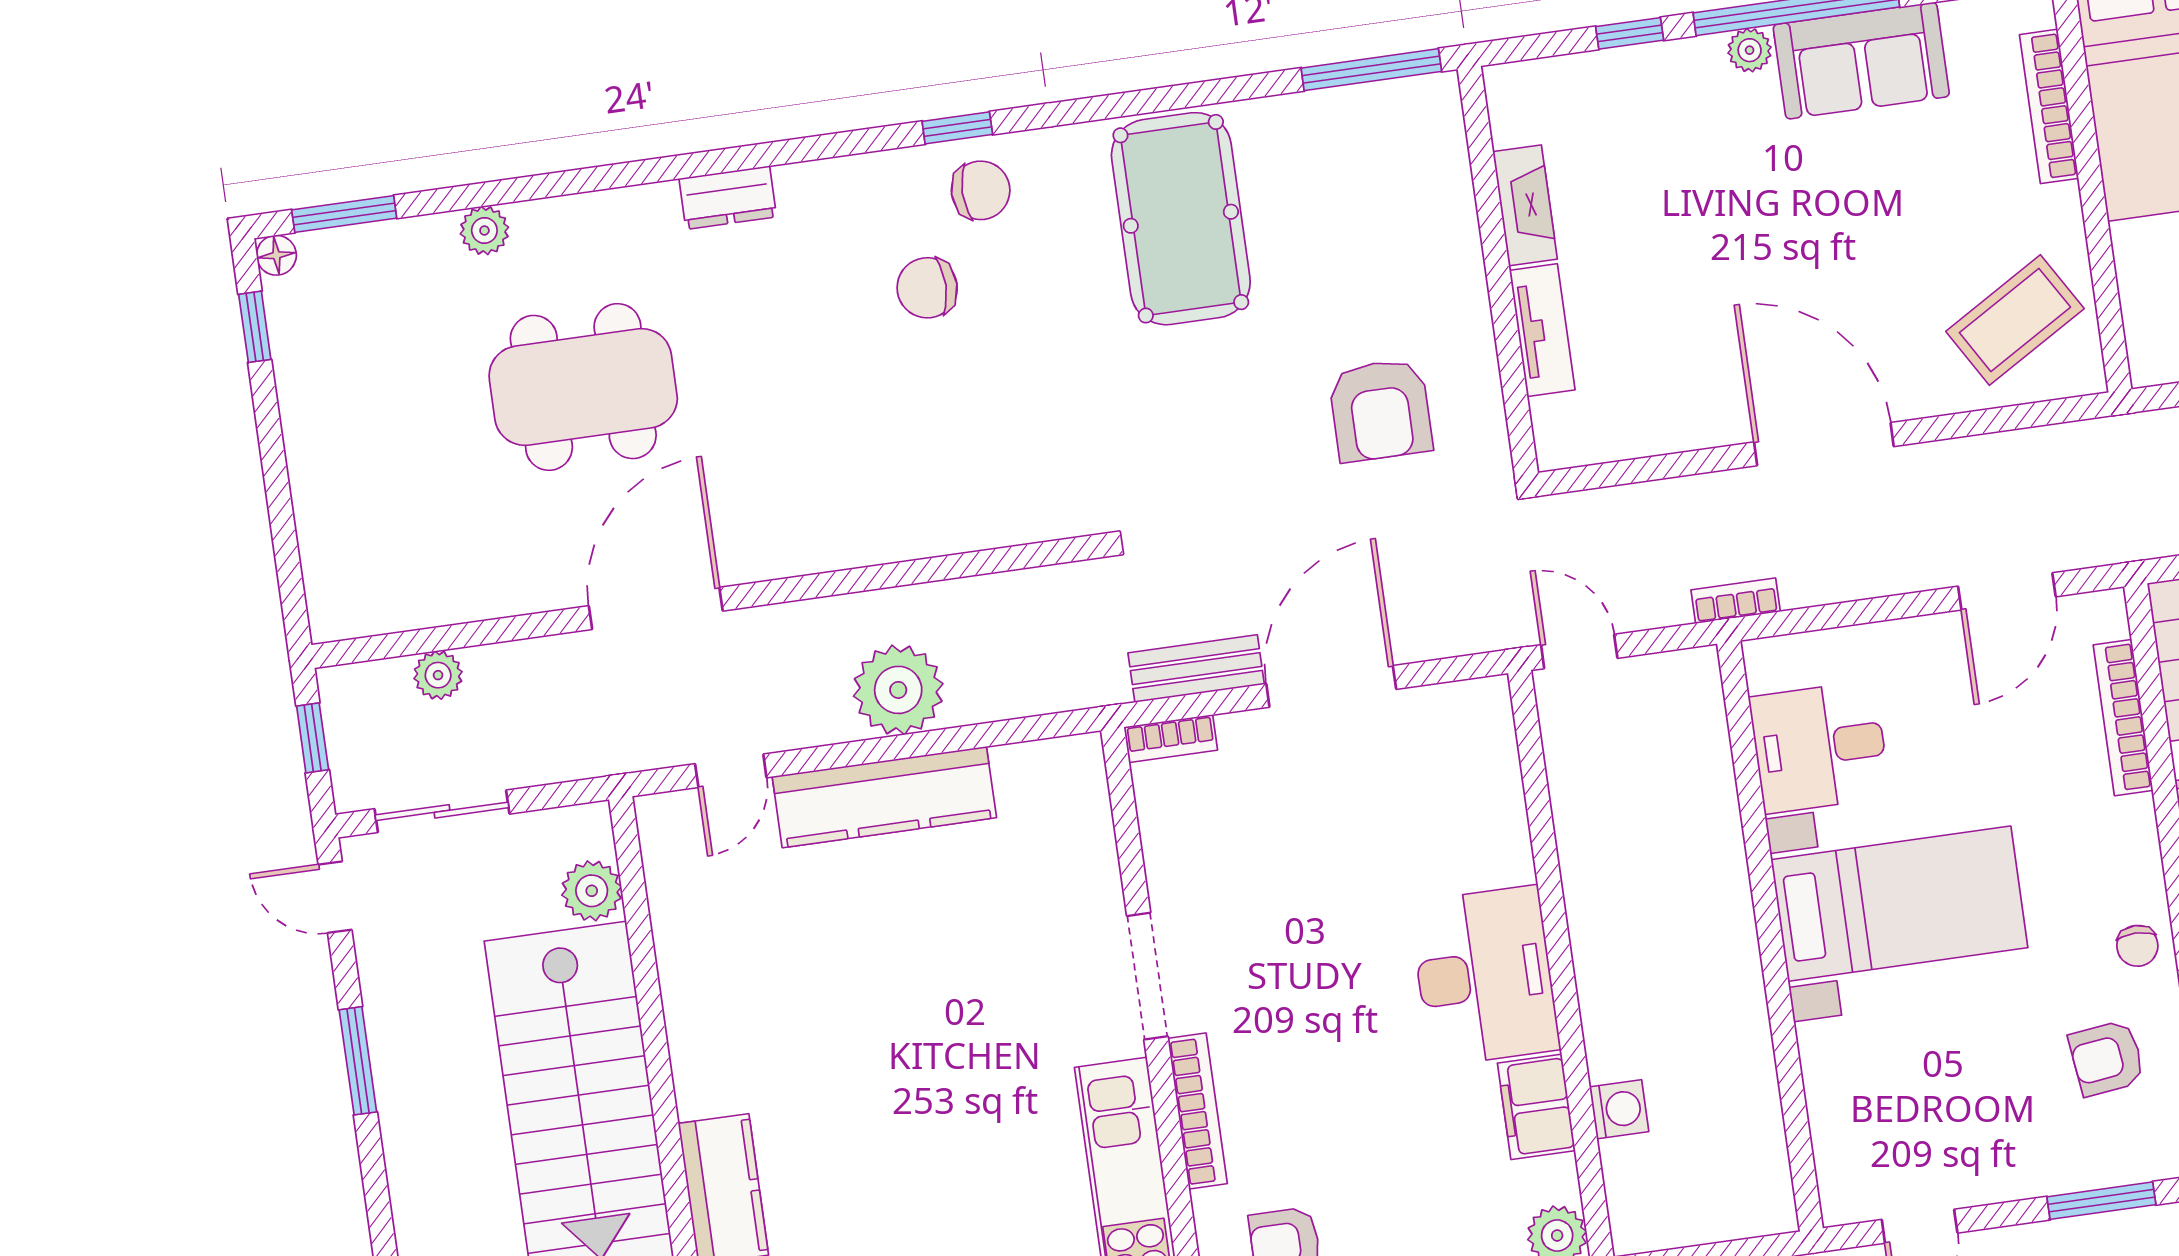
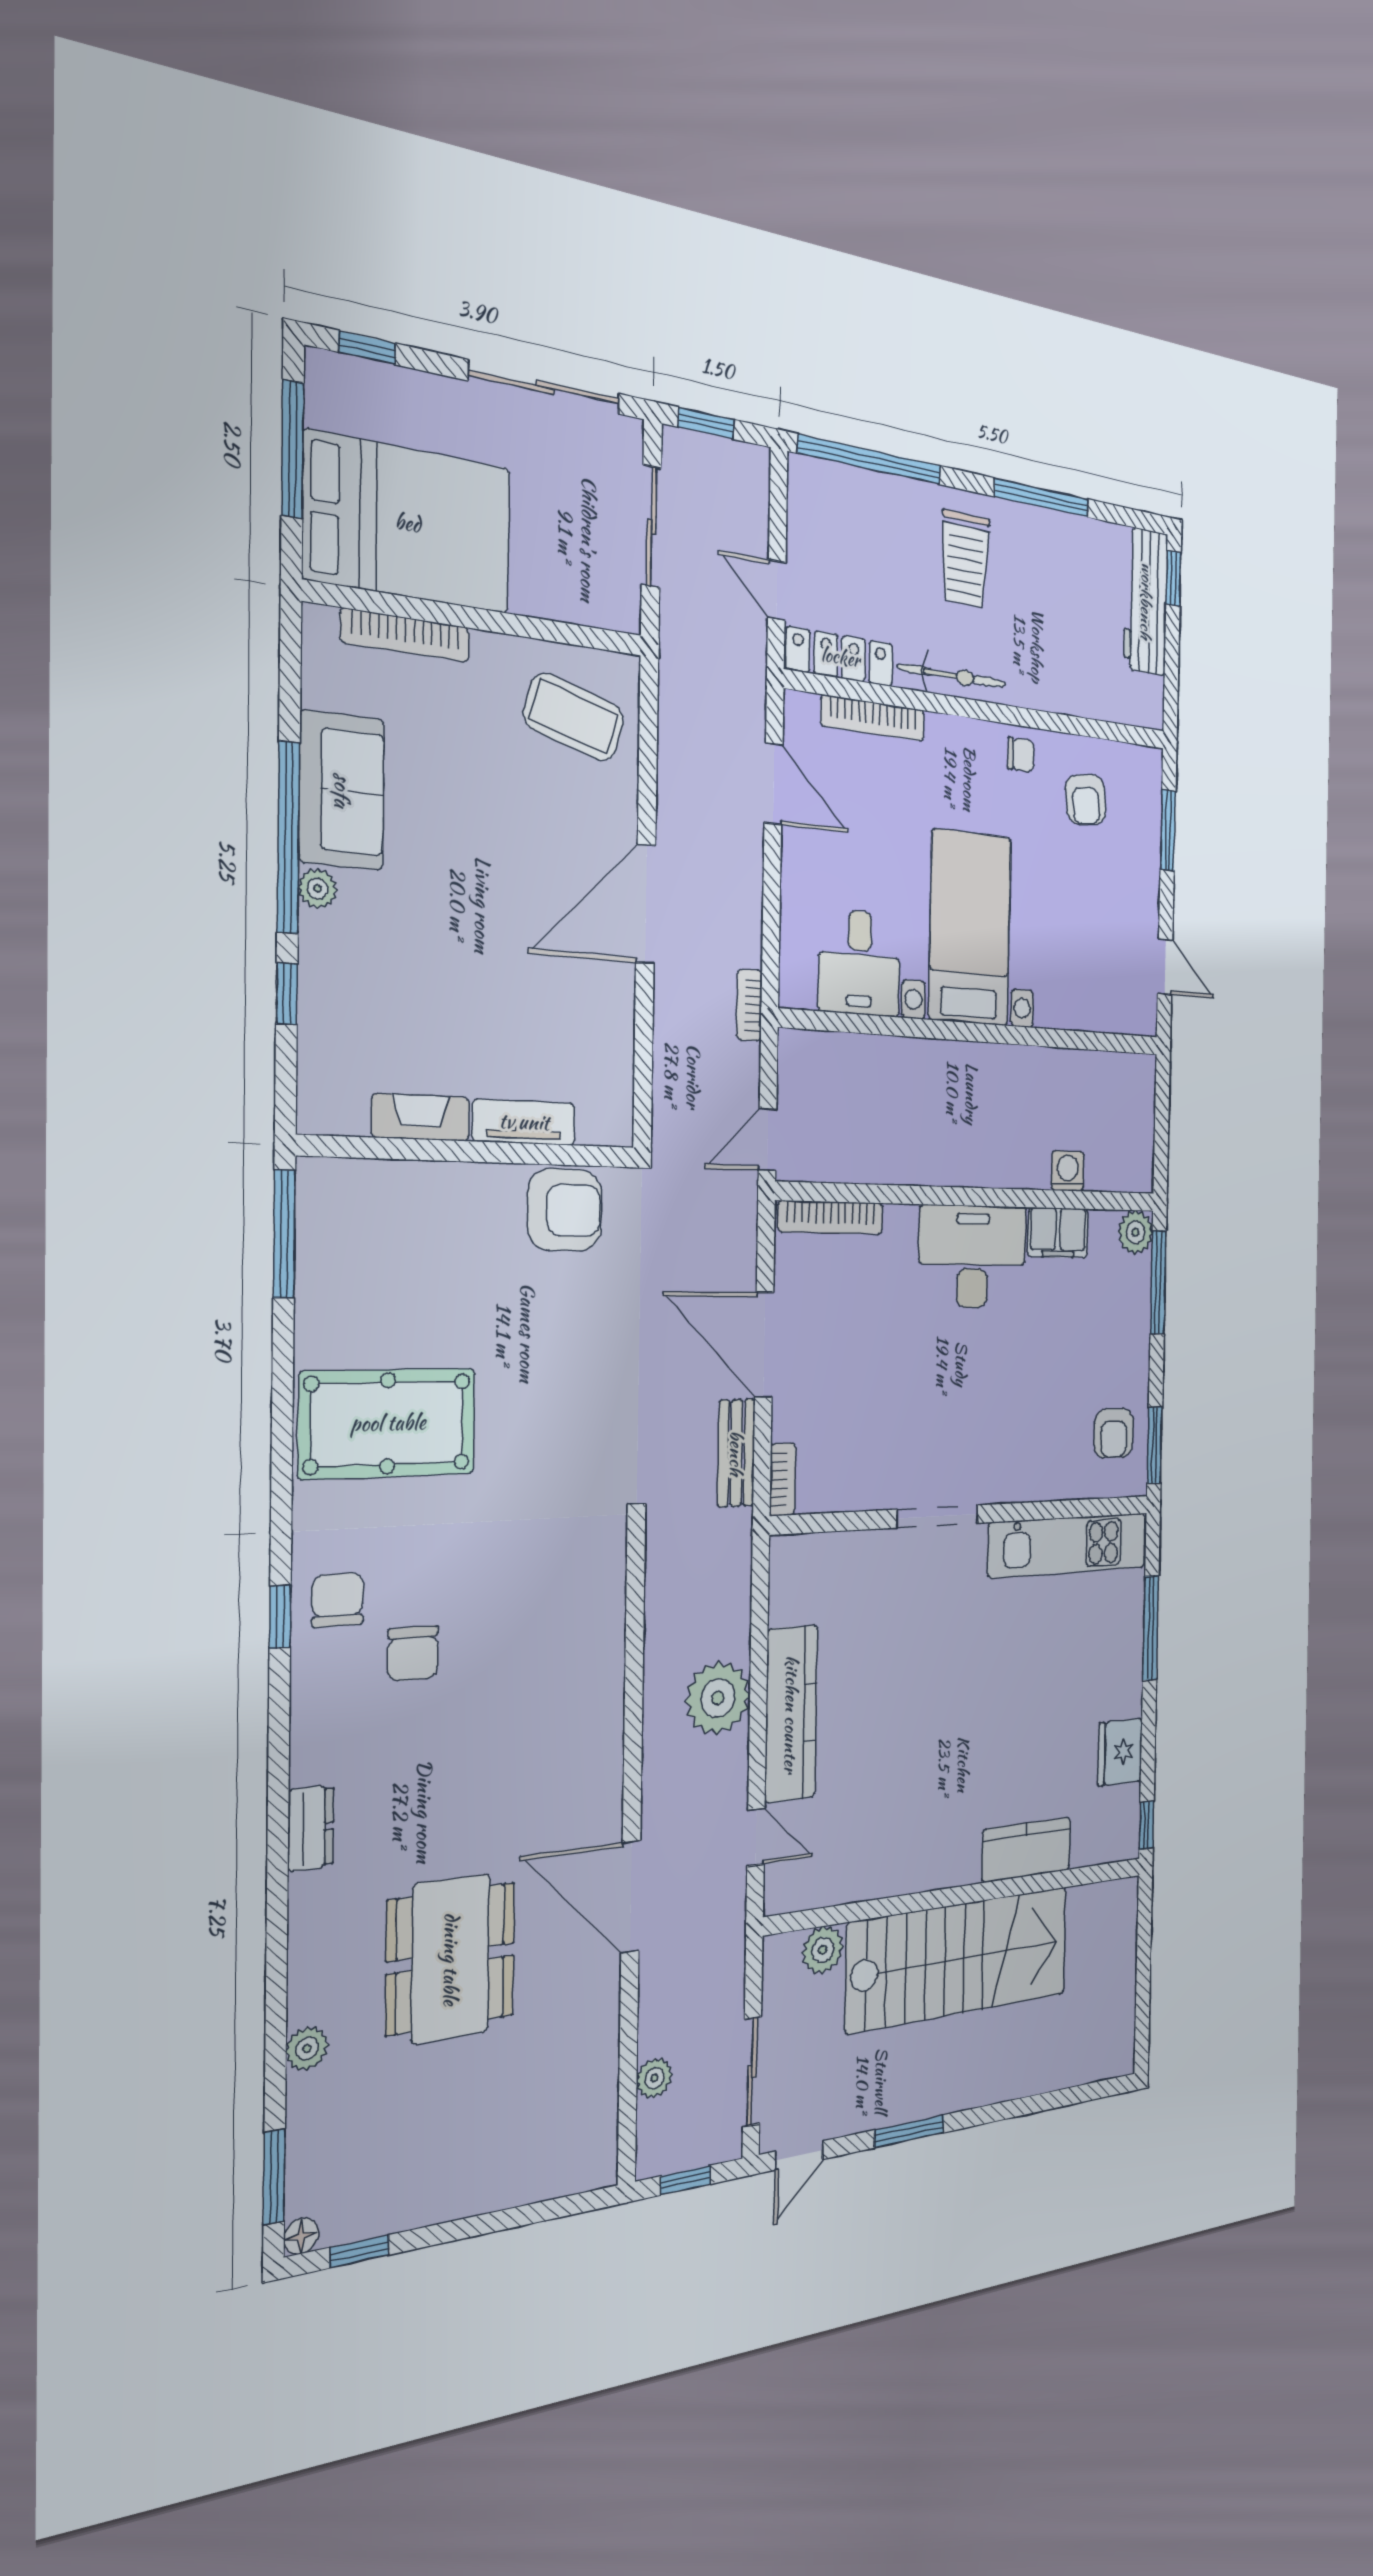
coffee table: (2015, 320) -> (574, 717), turned -43
armchair: (1380, 410) -> (565, 1210), moved
bookcase: (1197, 1111) -> (831, 1217), moved, turned 180

